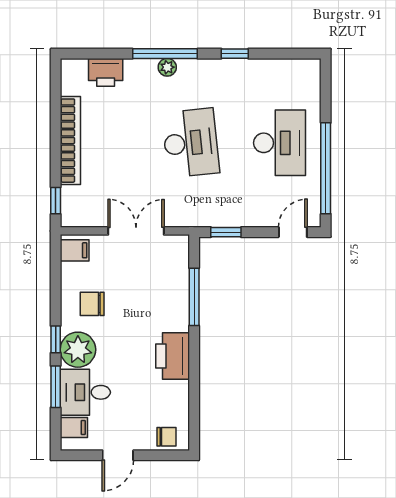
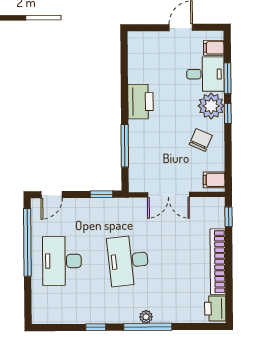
printer: (106, 72) -> (215, 309), moved, turned -90
chair: (92, 304) -> (201, 140), turned -66
chair: (167, 437) -> (145, 42), removed

